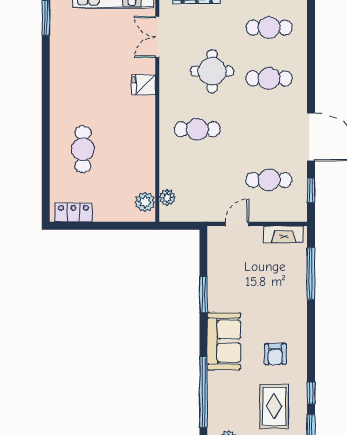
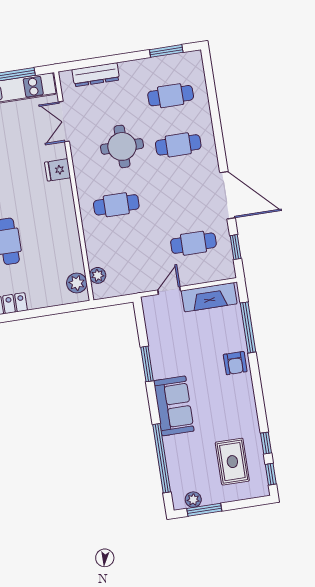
fireplace: (284, 234) -> (209, 297), width x1.37, depth x1.32
armchair: (275, 354) -> (235, 363), moved

